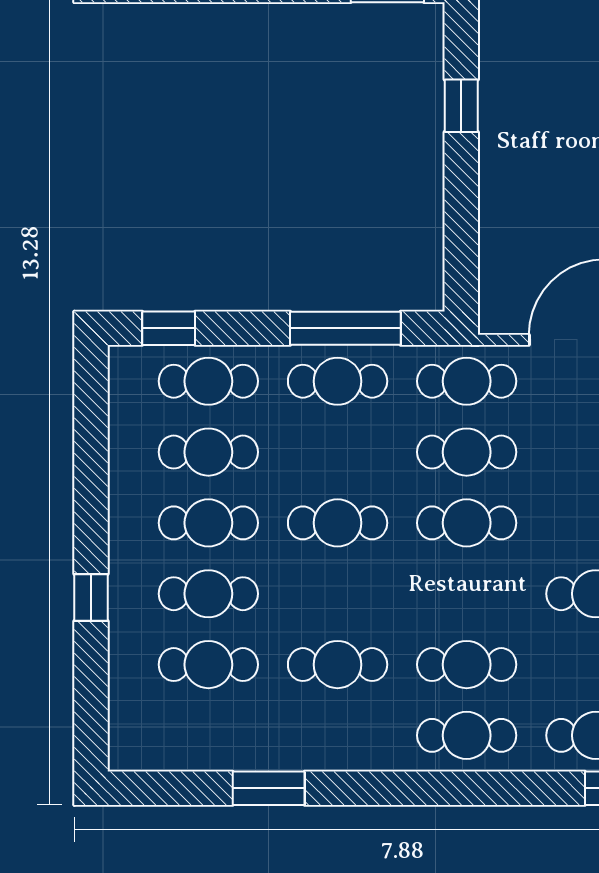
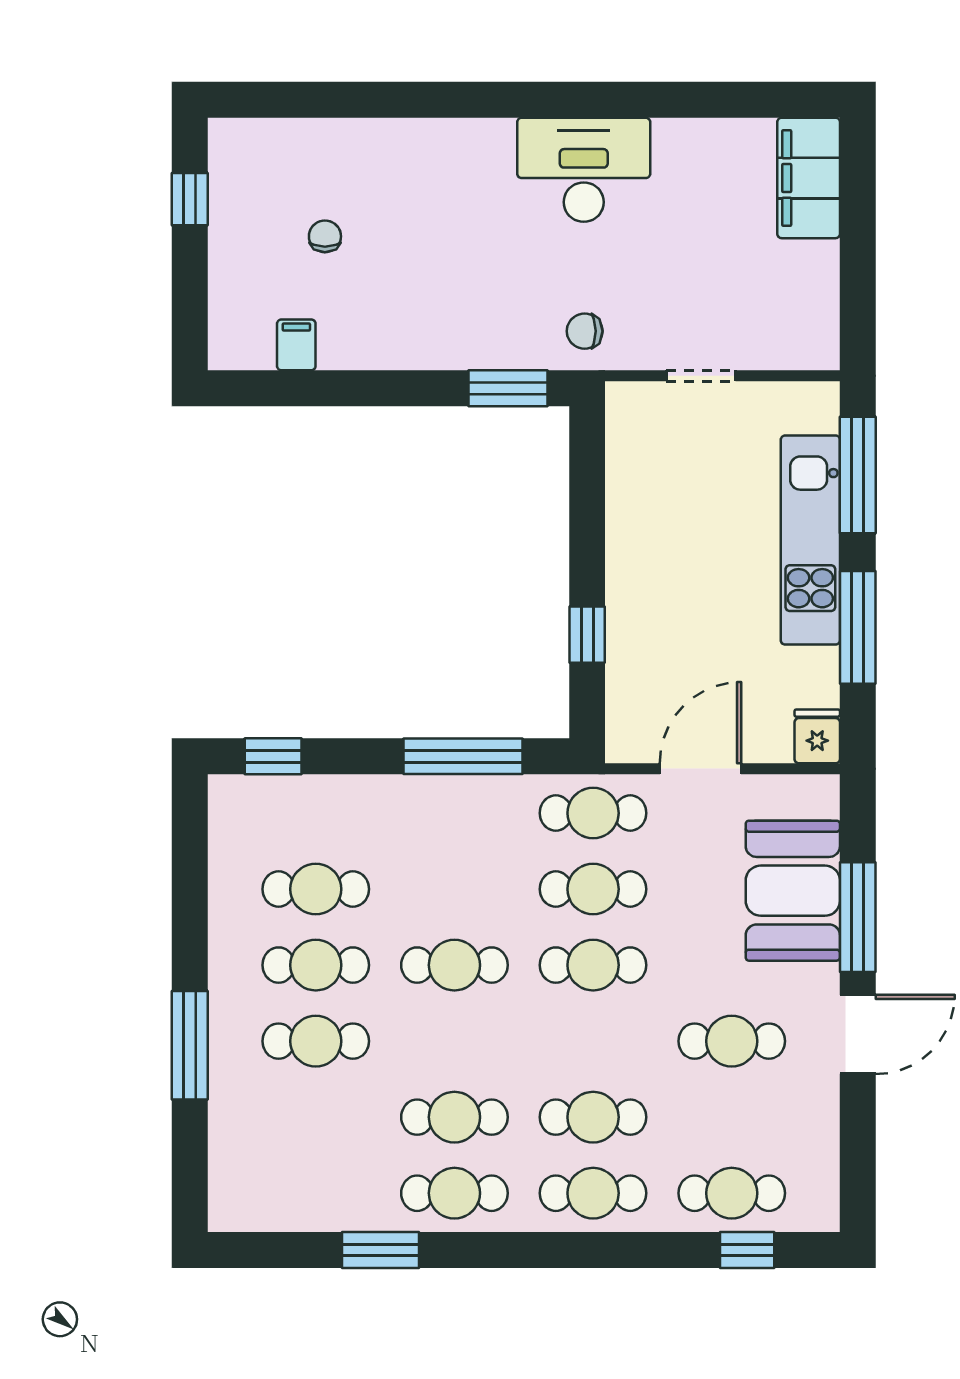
window: (461, 106) -> (587, 635), moved
cafe table: (208, 381) -> (316, 813), removed
cafe table: (338, 381) -> (454, 813), removed
window: (91, 598) -> (190, 1045), width x2.17
cafe table: (208, 665) -> (454, 1193), moved

